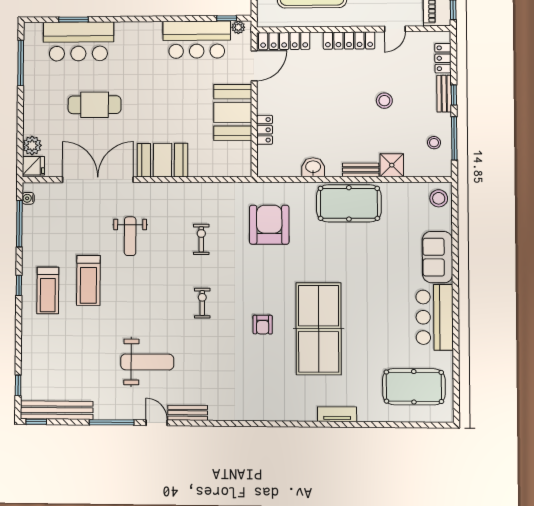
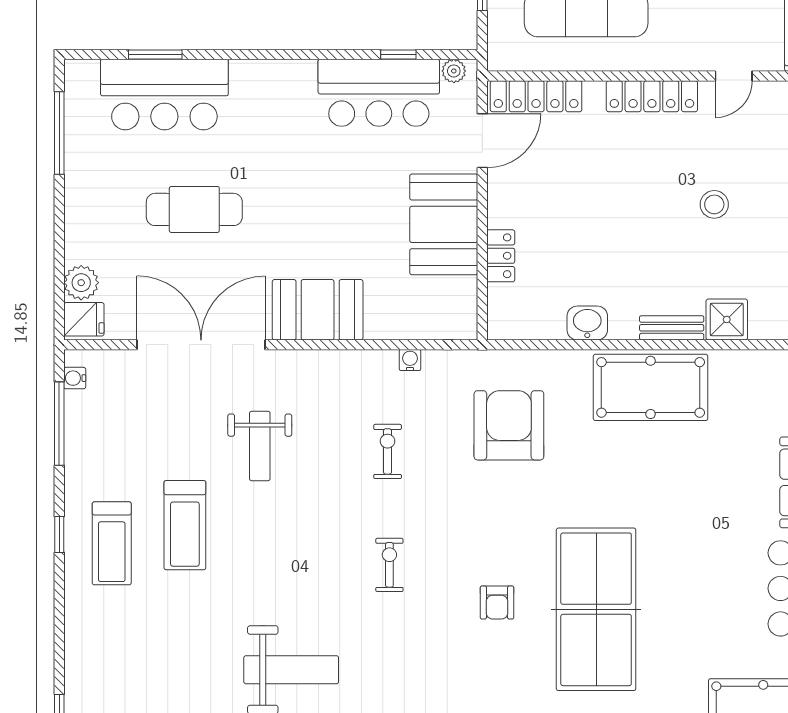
window: (227, 18) -> (398, 54), moved
water cooler: (214, 188) -> (410, 360), added

